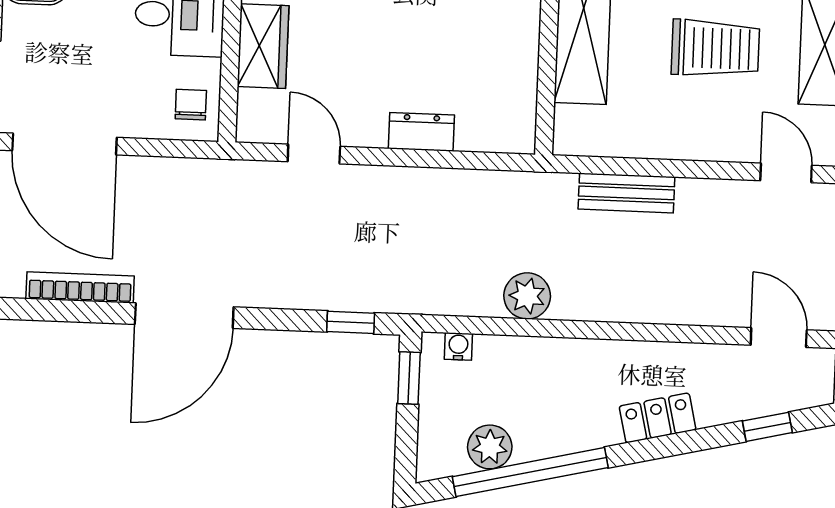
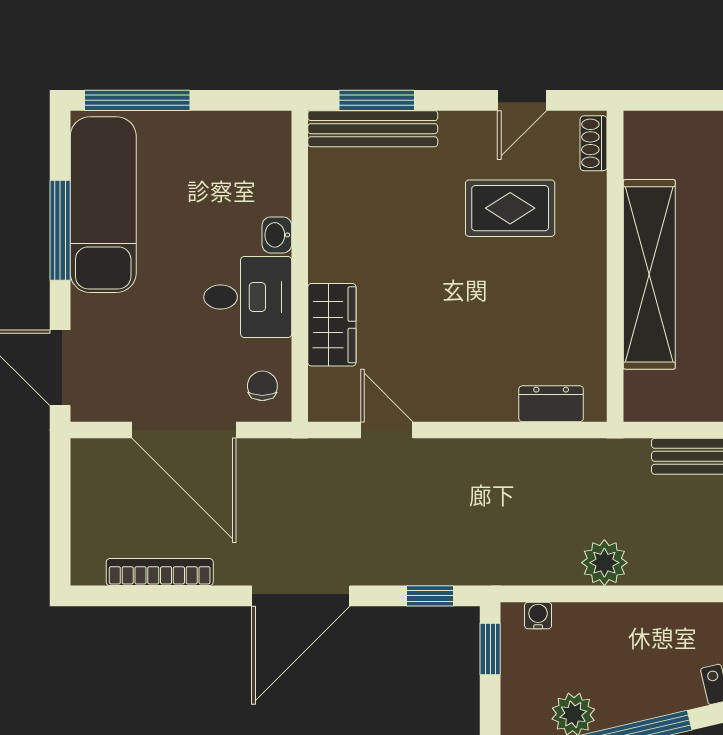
dresser: (421, 132) -> (551, 404), moved
door: (65, 144) -> (184, 430), moved
door: (184, 316) -> (301, 596), moved

